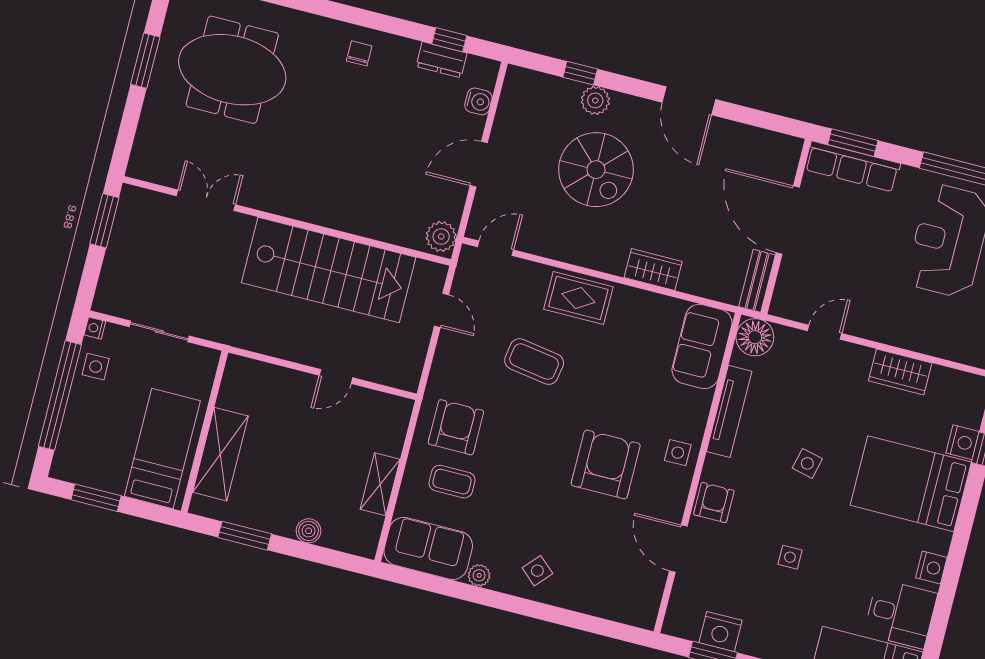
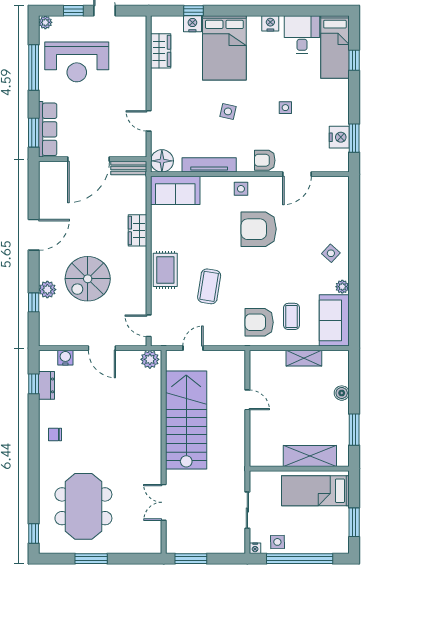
spiral stairs: (596, 170) -> (88, 279), turned 180
wardrobe: (900, 372) -> (161, 51), moved

